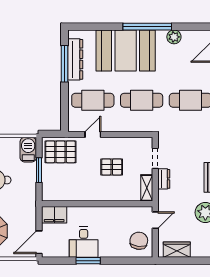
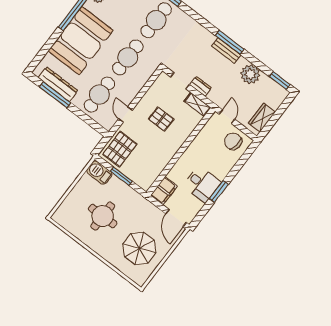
pallet: (112, 167) -> (161, 119), turned 90

